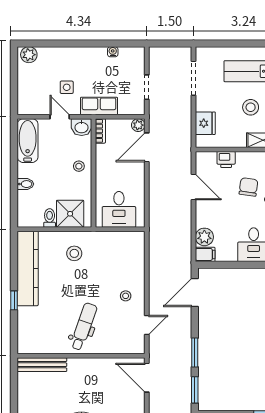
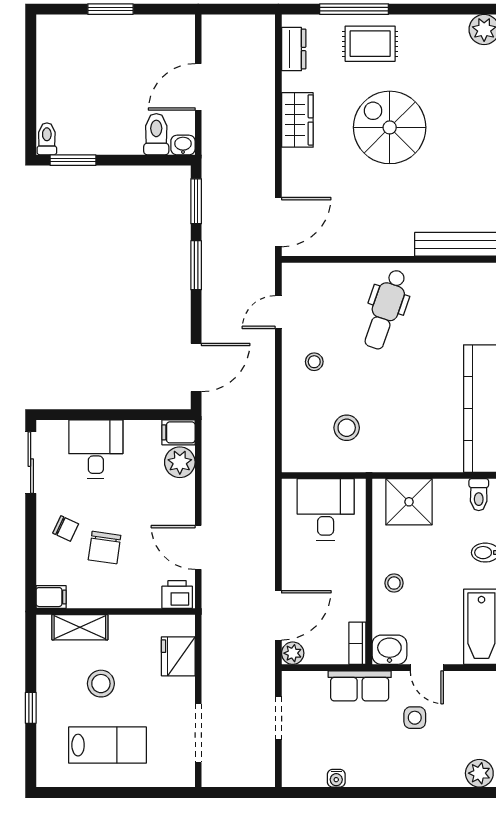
printer: (226, 159) -> (177, 594), moved
toilet: (50, 218) -> (479, 495), moved
stool: (74, 253) -> (347, 428), moved
door: (147, 378) -> (278, 222), hinge flipped

